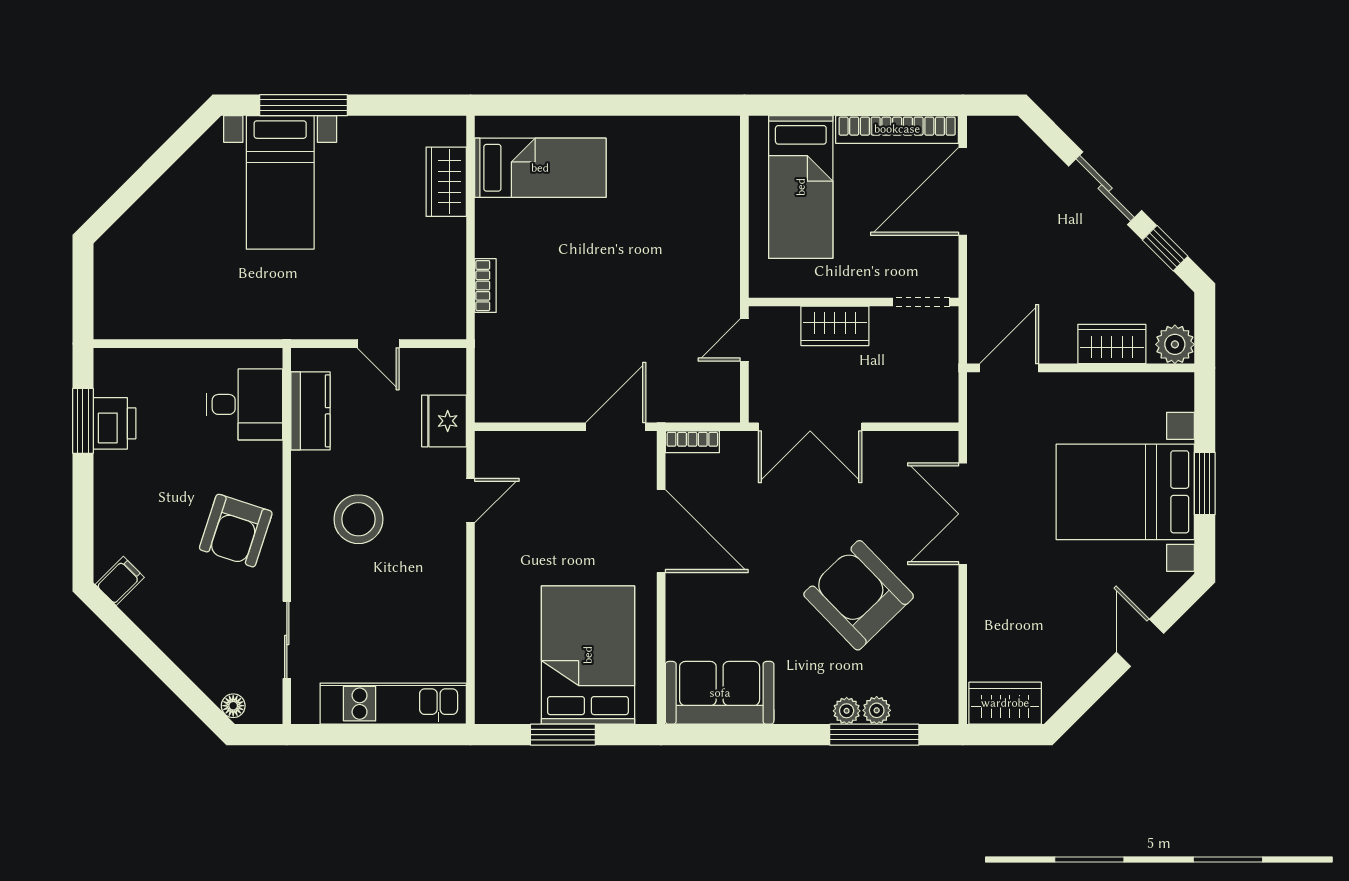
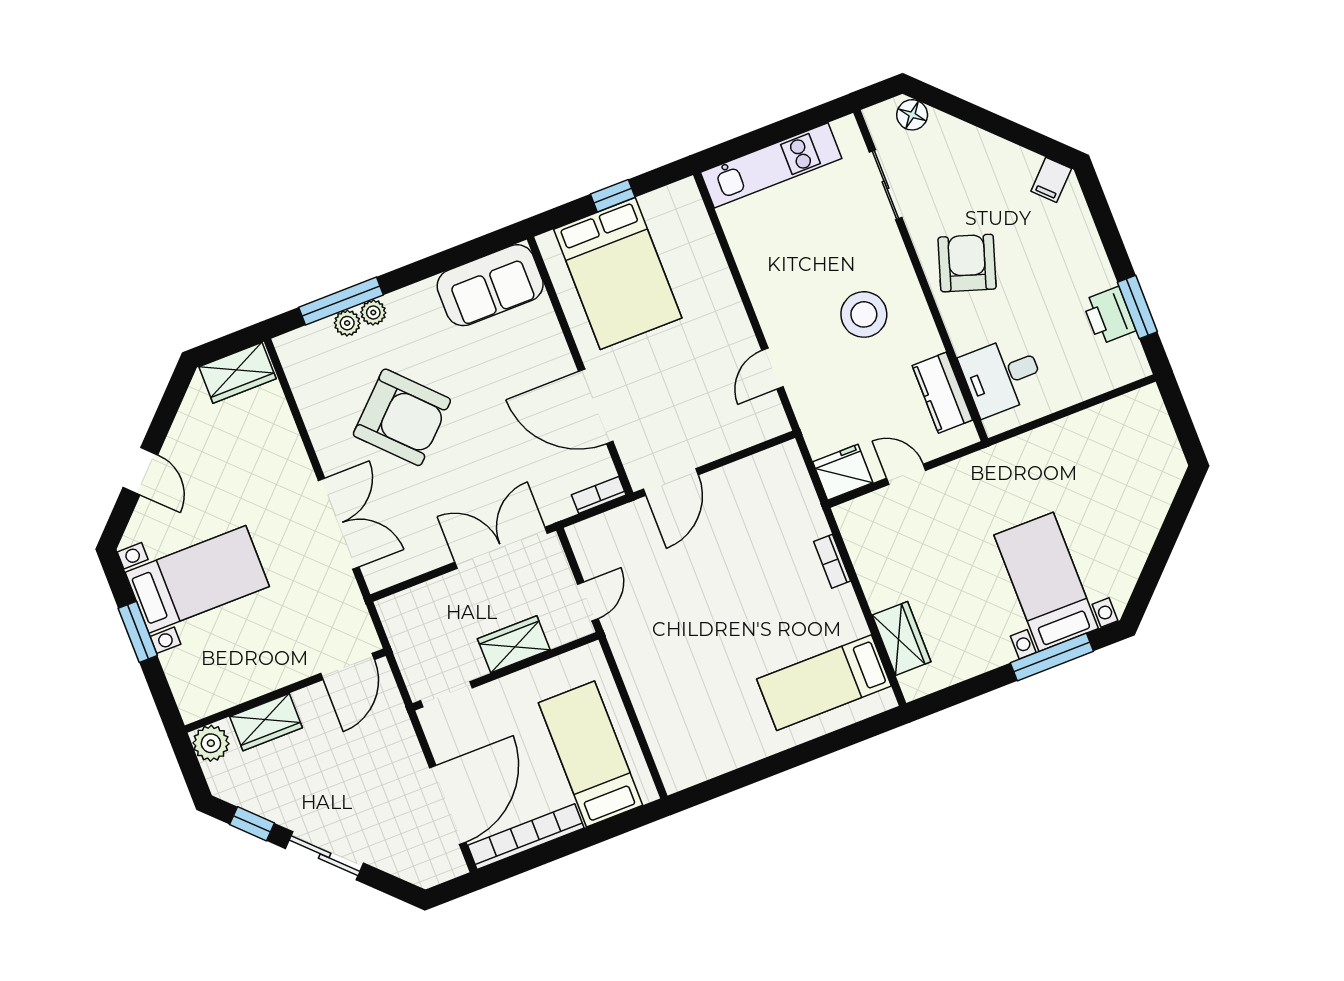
fridge: (444, 421) -> (843, 472), moved, turned -90
bed with nightstands: (1125, 492) -> (197, 579), width x0.73
floor lamp: (233, 706) -> (912, 115), width x1.37, depth x1.37
window: (563, 735) -> (613, 196), width x0.67

